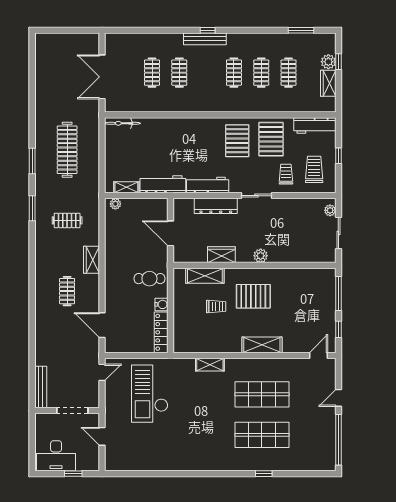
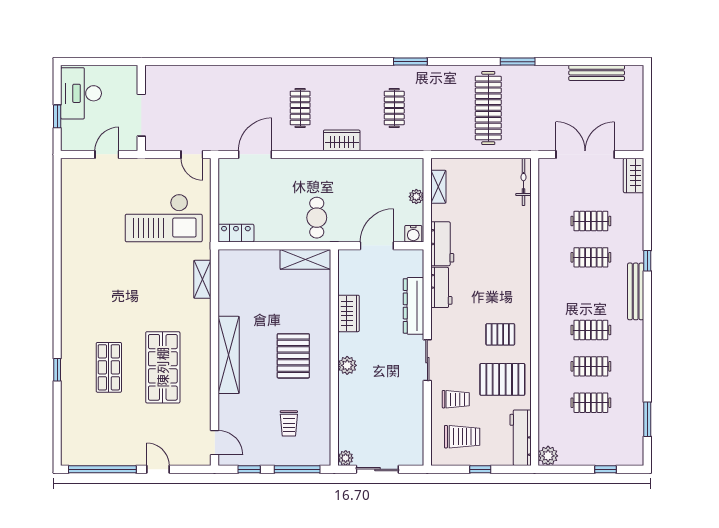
window: (208, 30) -> (647, 261), moved
plant: (328, 62) -> (548, 456), moved
wardrobe: (328, 83) -> (634, 175), moved, turned -90
pallet: (237, 141) -> (500, 334), width x0.67, depth x0.71
clothes rail: (67, 150) -> (488, 108), turned 90
window: (32, 161) -> (518, 62), moved
workbench: (163, 184) -> (442, 244), width x0.73
workbench: (208, 185) -> (441, 287), width x0.73
plant: (115, 204) -> (416, 197), moved
plant: (330, 210) -> (346, 458), moved
shelving: (205, 276) -> (305, 259), moved, turned 90
clothes rail: (67, 291) -> (300, 108), turned 90
water cooler: (162, 304) -> (413, 234), moved
trolley: (216, 307) -> (289, 423), moved
locker: (161, 332) -> (236, 233), width x0.66
shelving: (262, 345) -> (229, 355), width x1.47
shelving: (210, 365) -> (202, 279), moved
bench: (41, 387) -> (597, 73), moved
checkout: (150, 394) -> (164, 218), turned 180
shop shelf: (262, 435) -> (109, 367), width x0.70, depth x0.74

